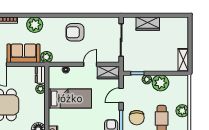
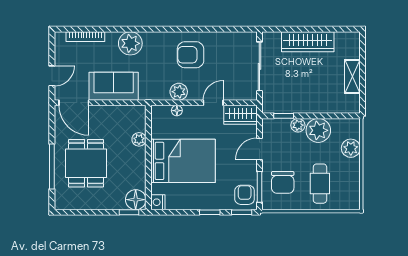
wardrobe: (148, 24) -> (308, 42), width x1.50
plant: (46, 57) -> (179, 92), moved
shelving: (183, 60) -> (352, 76), moved
dresser: (40, 75) -> (139, 118), removed
bed: (70, 98) -> (183, 161), width x1.50
plant: (182, 111) -> (351, 148), moved

